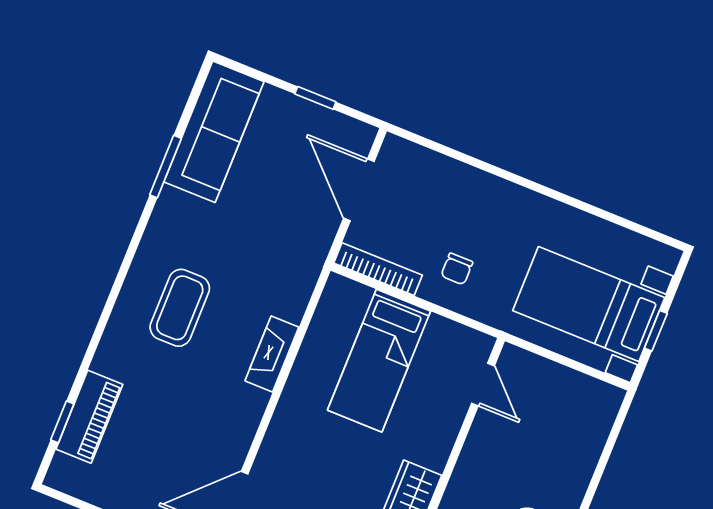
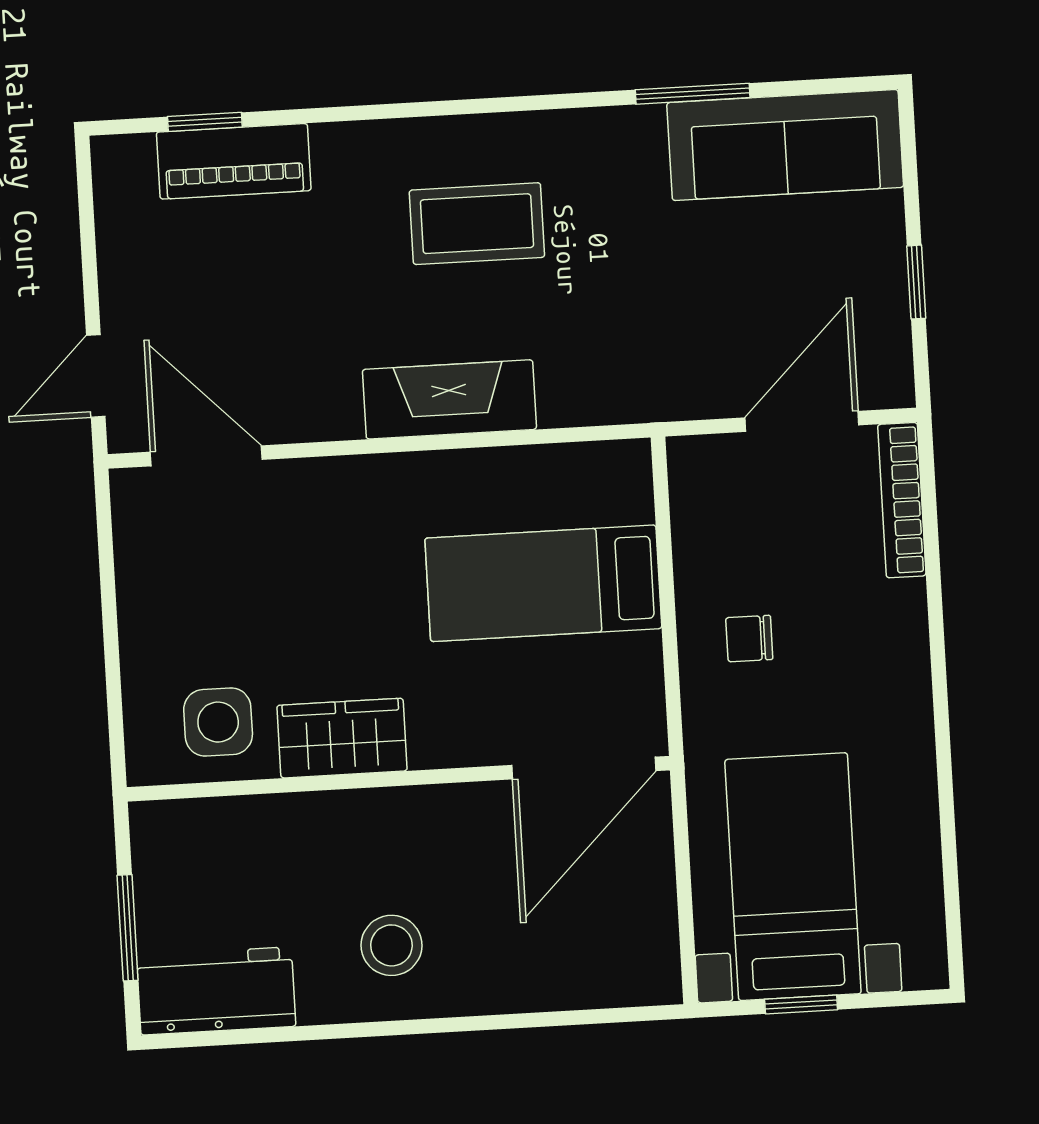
bookcase: (378, 269) -> (902, 500), moved, turned 180
fireplace: (272, 354) -> (449, 399), width x1.37, depth x1.32
door: (483, 385) -> (584, 768), width x1.88

